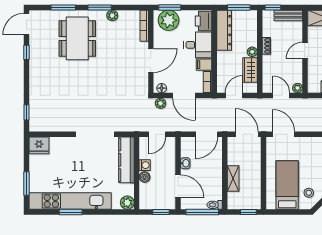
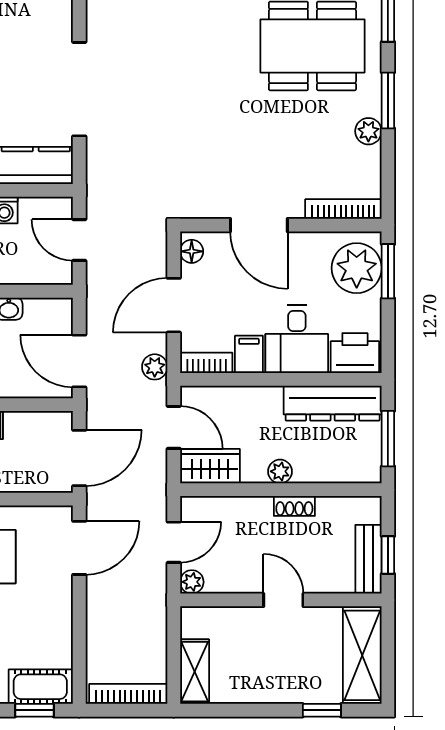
window: (273, 7) -> (388, 555), moved
wardrobe: (250, 70) -> (210, 466), moved
plant: (161, 103) -> (155, 367), moved

